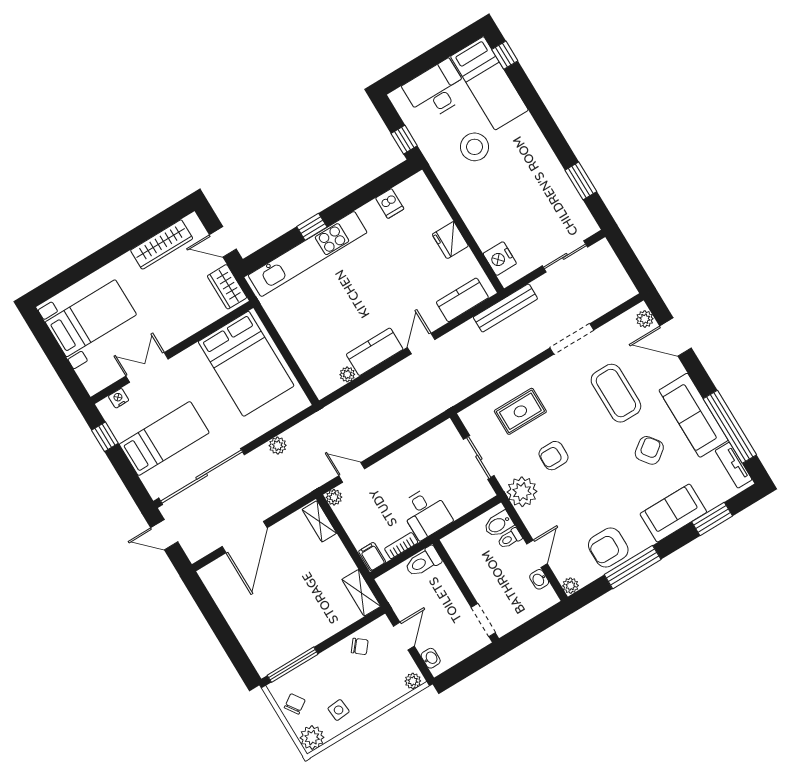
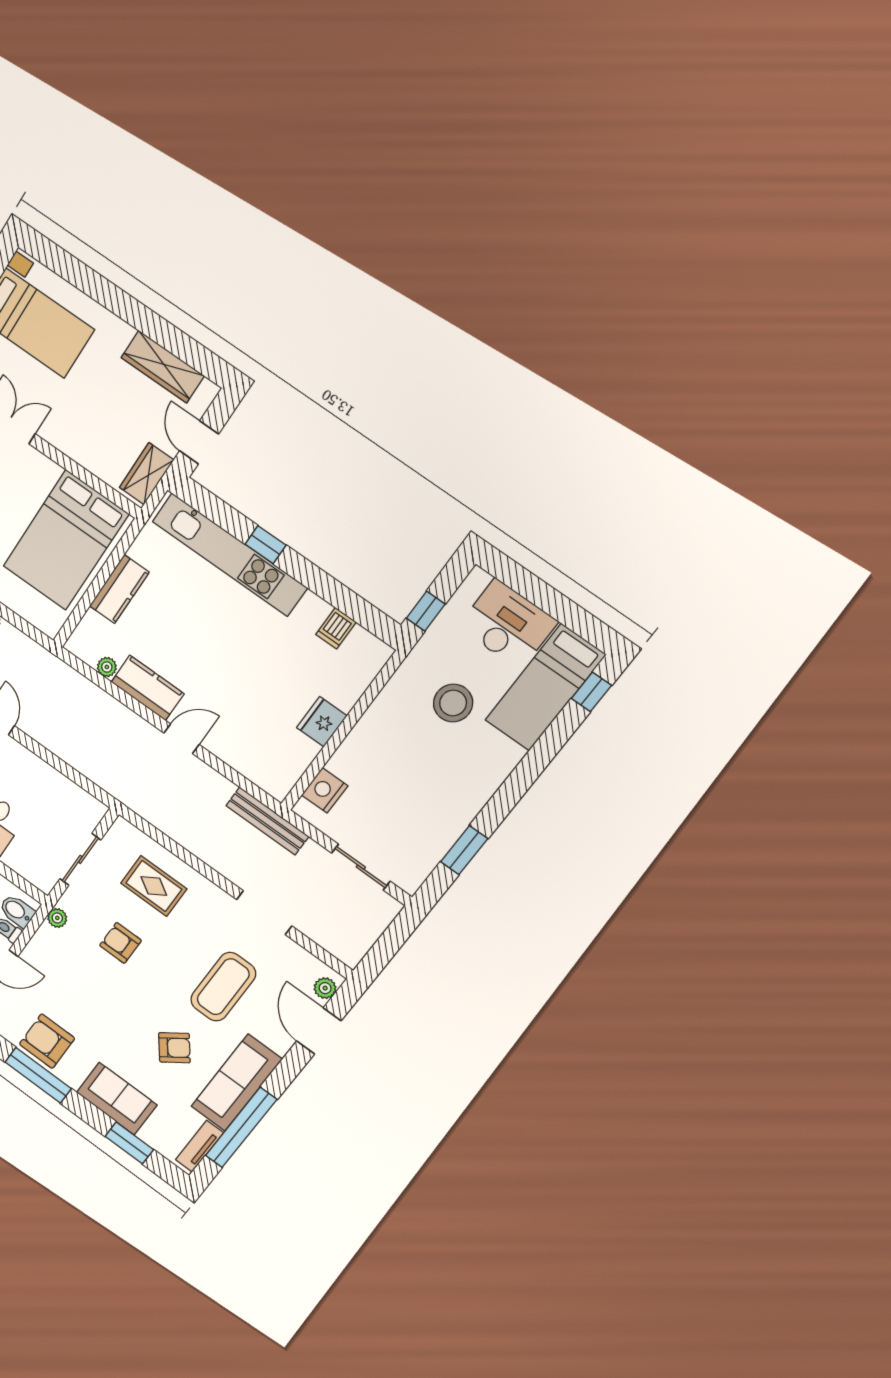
kitchen counter: (462, 300) -> (119, 589), moved, turned 90
plant: (522, 492) -> (57, 918), width x0.53, depth x0.53

